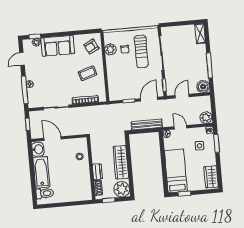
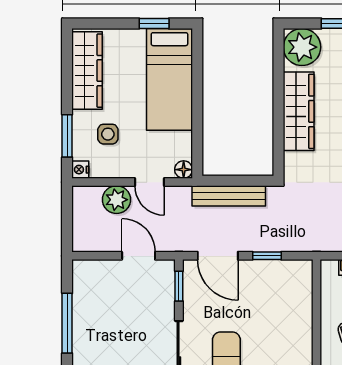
boiler: (203, 87) -> (87, 274), removed
door: (182, 96) -> (139, 256), swing flipped
door: (149, 99) -> (218, 256), hinge flipped
plant: (206, 118) -> (117, 200), moved
wardrobe: (211, 177) -> (87, 71), width x1.50

